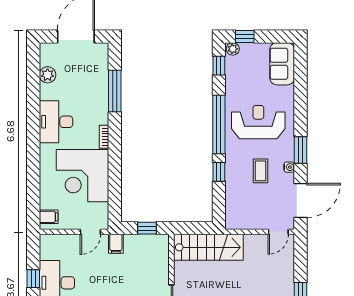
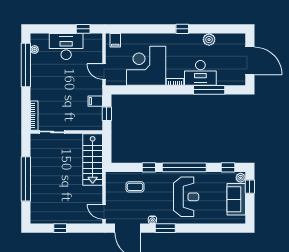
sofa: (282, 64) -> (236, 199), moved, turned -90
plant: (48, 75) -> (209, 40), moved
desk: (56, 122) -> (200, 73), moved, turned 180
window: (33, 127) -> (182, 29), added
coffee table: (260, 171) -> (135, 187), moved
filing cabinet: (116, 244) -> (95, 101), moved
window: (33, 279) -> (83, 29), moved

